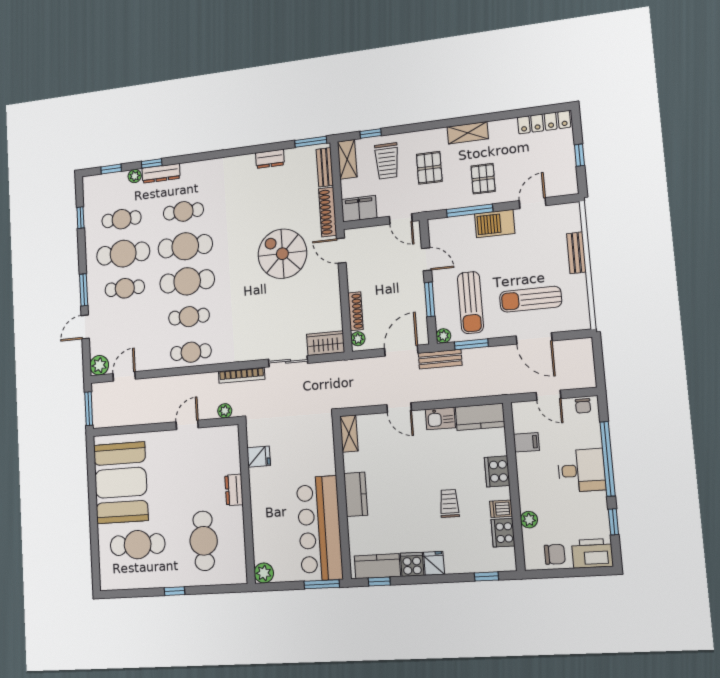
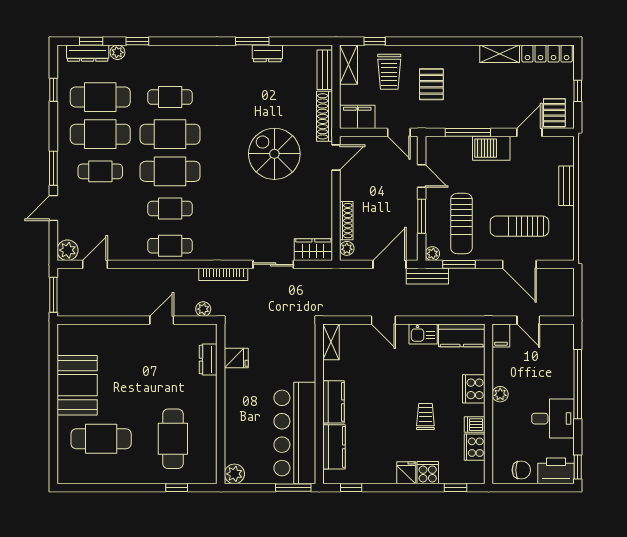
shelving: (468, 133) -> (500, 54), moved
window: (311, 142) -> (252, 41), moved
dresser: (161, 173) -> (88, 53), moved
pallet: (483, 179) -> (554, 113), moved
cafe table: (122, 219) -> (100, 97), width x1.37, depth x1.35
door: (341, 251) -> (336, 158), swing flipped
chair: (583, 406) -> (560, 333), removed
filing cabinet: (526, 442) -> (501, 336), moved, turned 90
desk: (582, 470) -> (553, 419), moved
booth: (121, 483) -> (77, 385), width x0.73, depth x0.70
dresser: (234, 490) -> (208, 360), moved
plant: (529, 520) -> (500, 394), moved
window: (613, 522) -> (578, 467), moved
cooker: (412, 564) -> (428, 473), moved
kitchen counter: (377, 566) -> (334, 447), moved, turned 90
window: (174, 591) -> (177, 488), moved

